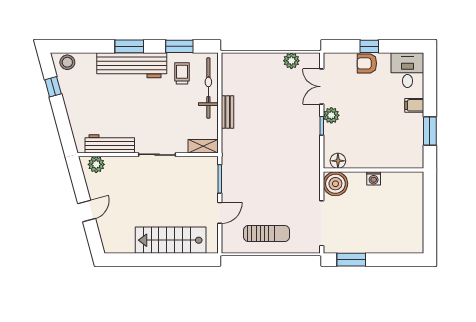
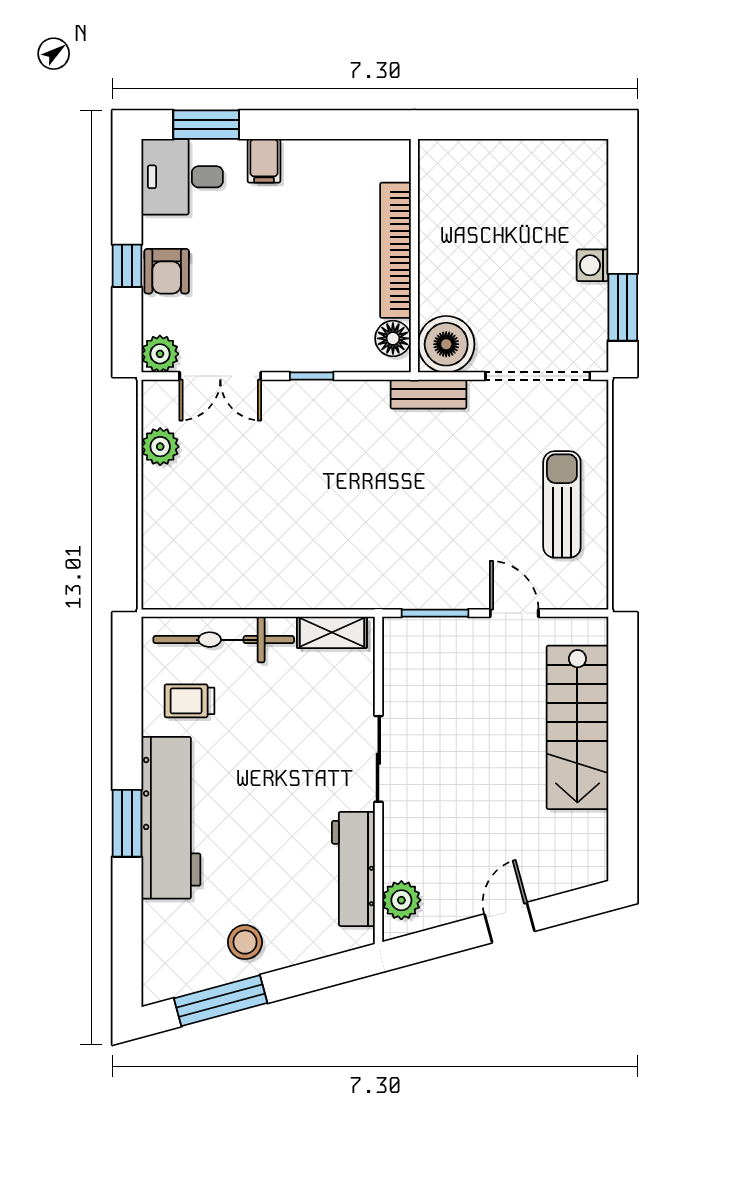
window: (179, 46) -> (127, 707), removed
stool: (67, 62) -> (245, 942), moved
window: (53, 87) -> (221, 1001), width x2.17
bench: (228, 112) -> (428, 394), moved
plant: (331, 115) -> (160, 354), moved
window: (430, 131) -> (206, 125), moved
shelving: (203, 146) -> (332, 632), moved, turned 90
bookcase: (376, 162) -> (395, 250), added
washing machine: (374, 178) -> (593, 265), moved, turned 180
door: (87, 211) -> (509, 923), hinge flipped

